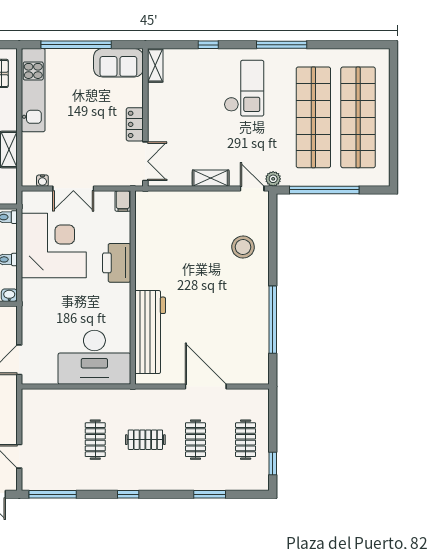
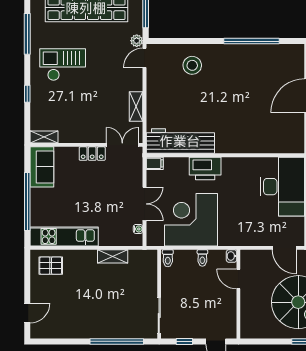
shelving: (211, 178) -> (136, 107), moved
workbench: (150, 332) -> (180, 141), moved

